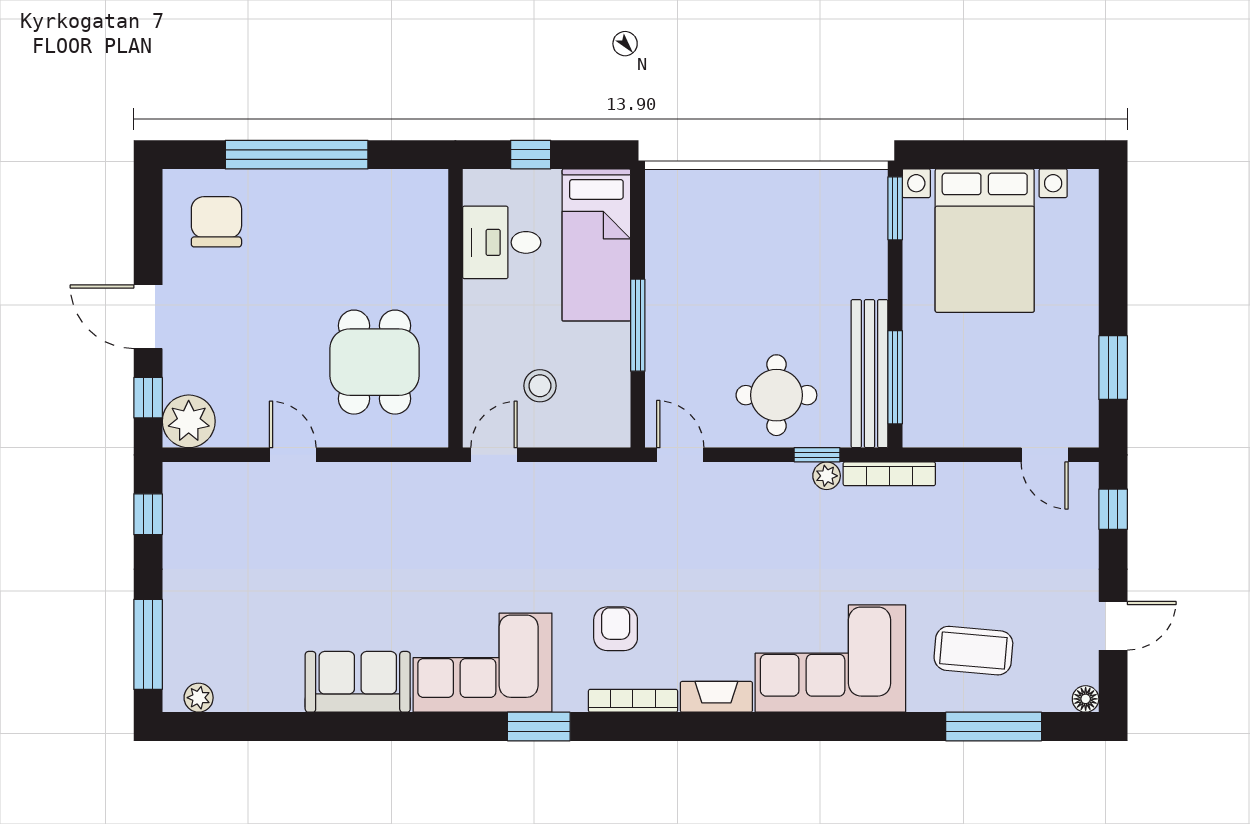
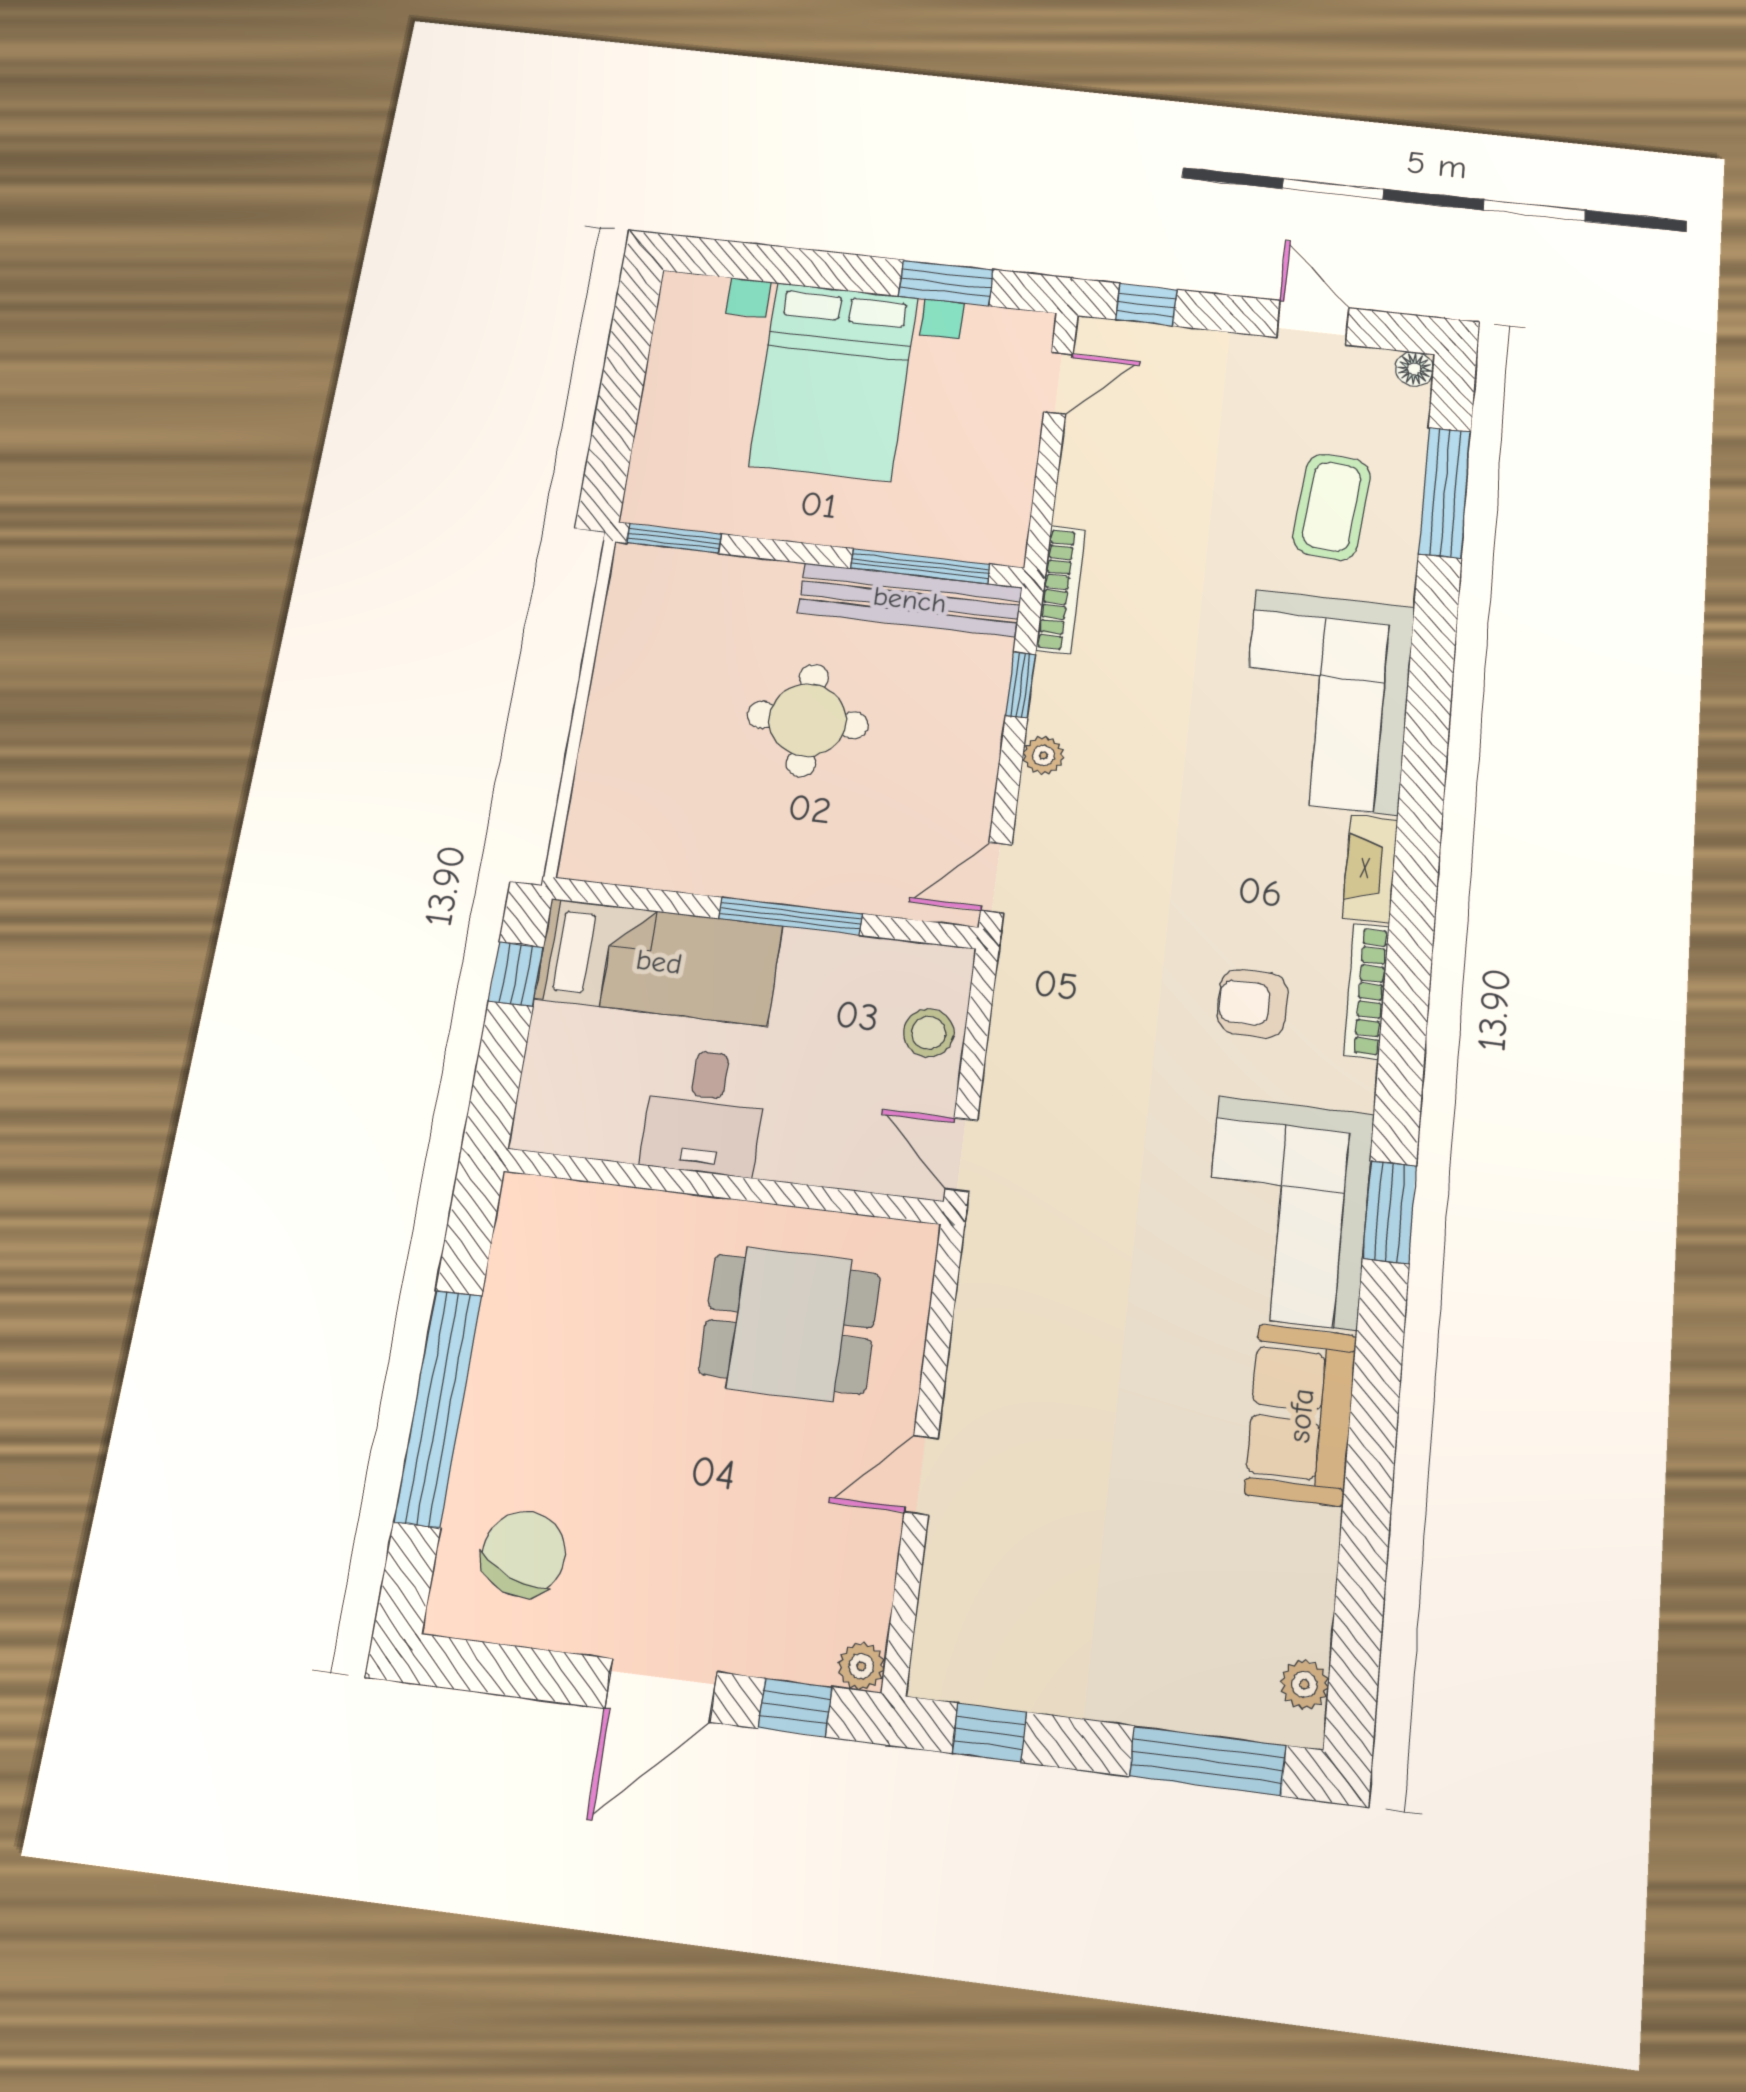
window: (531, 155) -> (516, 974), moved
chair: (216, 222) -> (524, 1554), turned 111
bed with nightstands: (985, 241) -> (834, 381), moved, turned 90
desk: (502, 242) -> (705, 1112), moved
stool: (540, 386) -> (929, 1033), moved
round table: (776, 395) -> (808, 720), moved
plant: (189, 421) -> (861, 1666), width x0.53, depth x0.53
plant: (827, 476) -> (1043, 755), moved
window: (539, 726) -> (1390, 1212), moved

